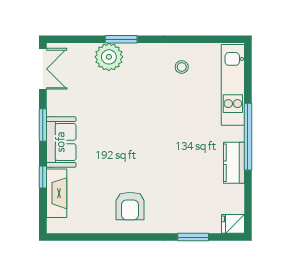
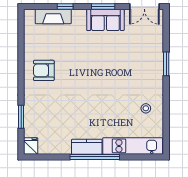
plant: (109, 57) -> (153, 55), removed
sofa: (61, 142) -> (105, 20), moved
kitchen counter: (234, 163) -> (87, 147), moved

